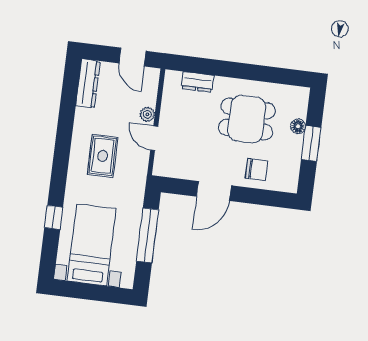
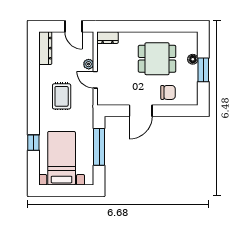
dresser: (198, 82) -> (108, 38), moved

